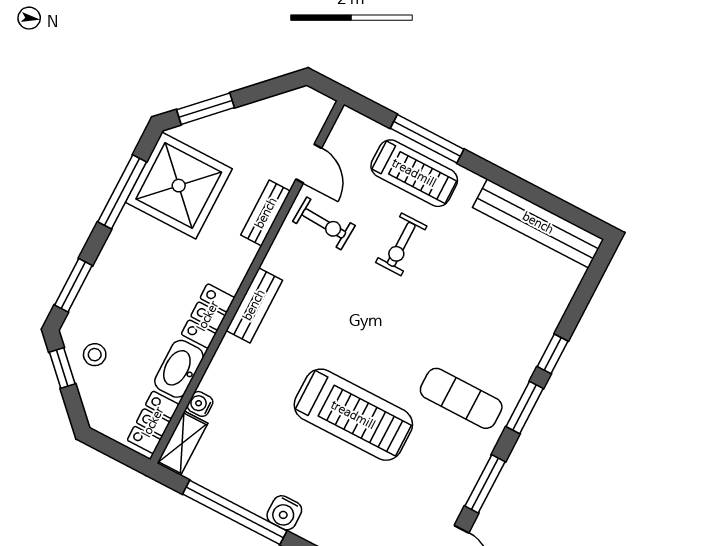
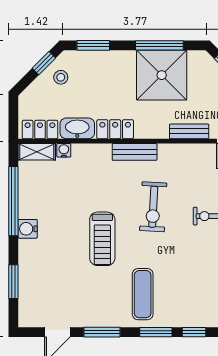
shower: (179, 186) -> (162, 75), moved
exercise bike: (324, 223) -> (153, 207), moved, width x1.38, depth x1.39
treadmill: (353, 415) -> (102, 239), width x0.73, depth x0.73

